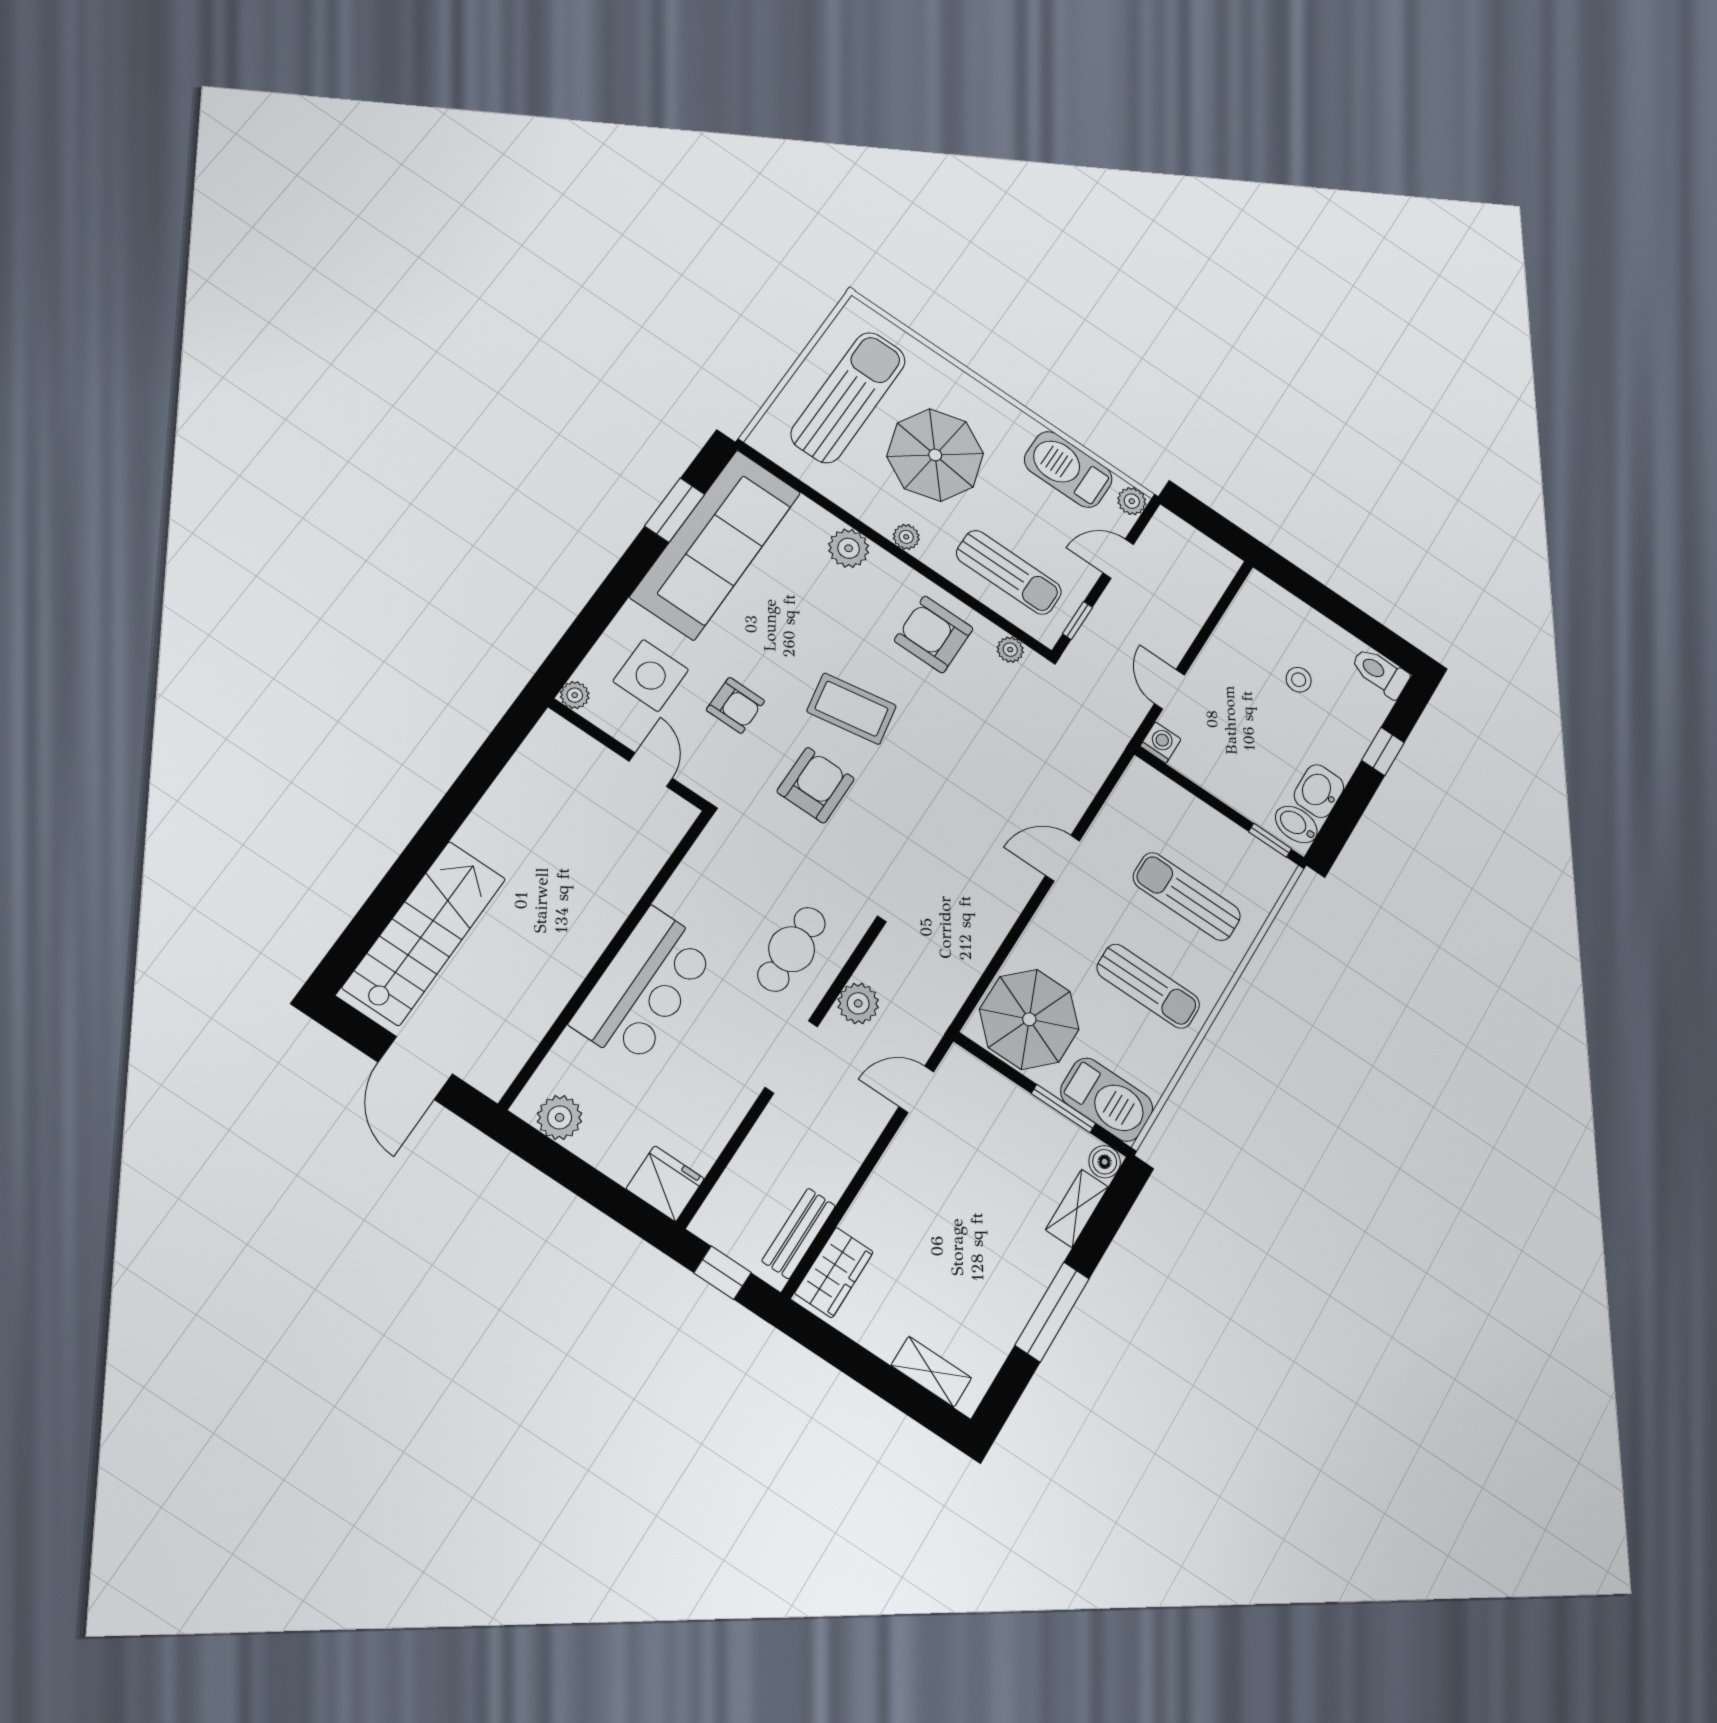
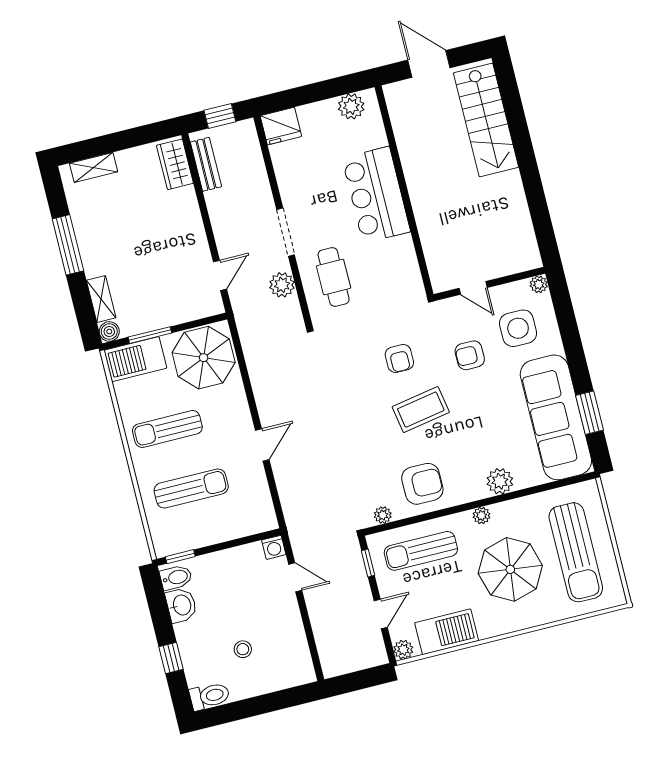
armchair: (816, 785) -> (399, 358), width x0.72, depth x0.72

